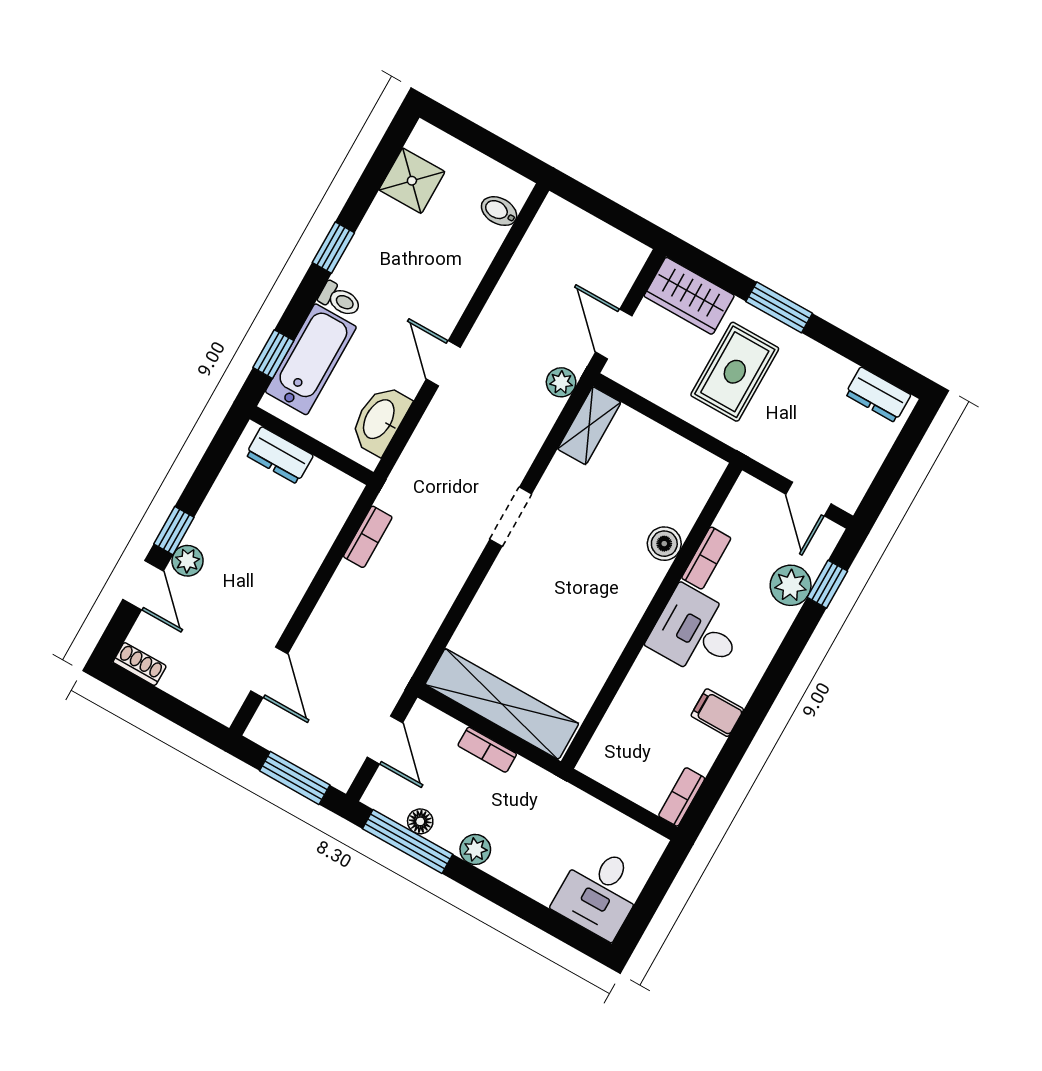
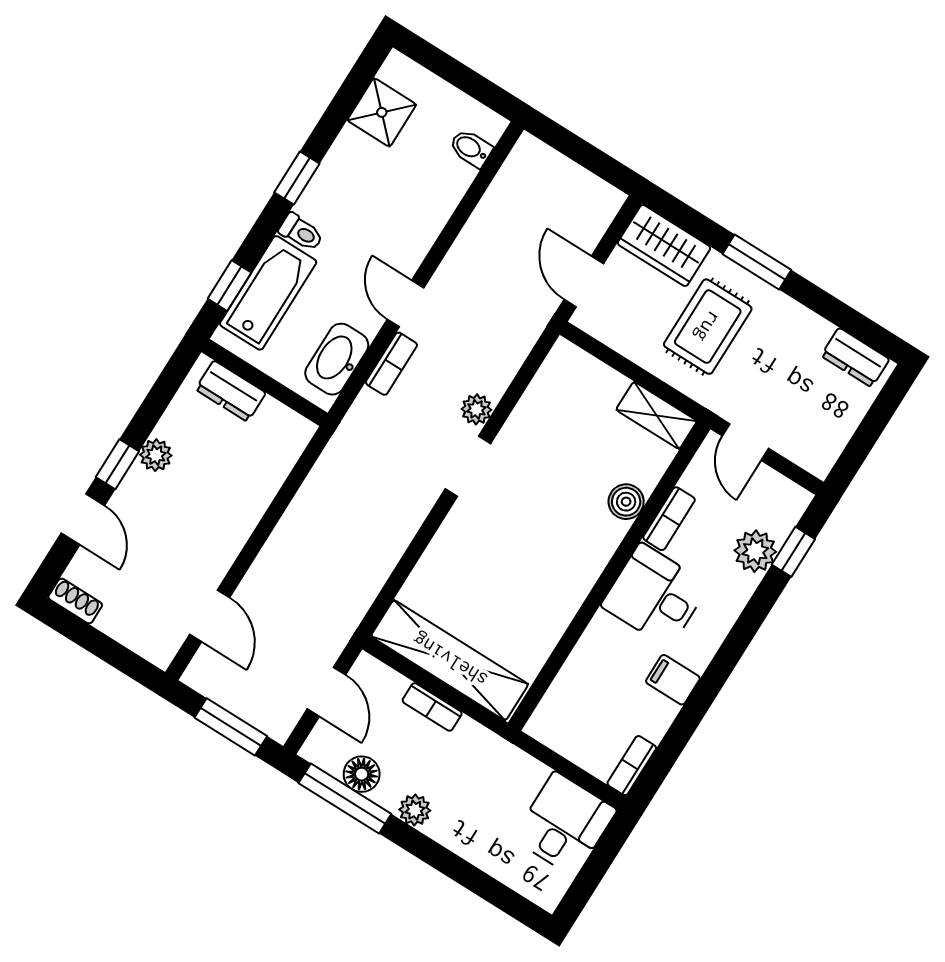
plant: (561, 382) -> (476, 409), moved
shelving: (589, 426) -> (656, 415), moved, turned 90
door: (808, 499) -> (745, 442), moved
bookcase: (368, 537) -> (391, 364), moved
plant: (187, 561) -> (156, 455), moved
floor lamp: (420, 821) -> (362, 774), width x1.37, depth x1.37
desk: (600, 892) -> (565, 824), moved, turned 180

